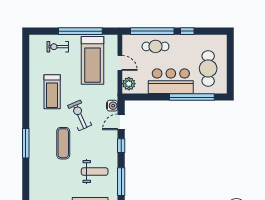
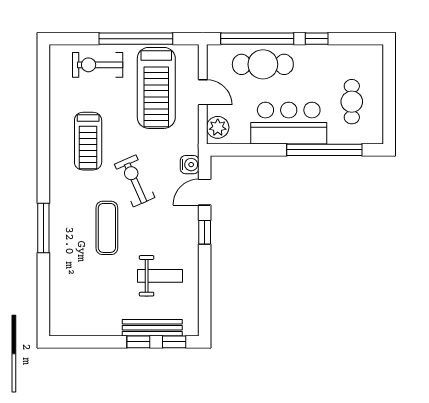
cafe table: (155, 46) -> (263, 64), width x1.37, depth x1.35
exercise bike: (58, 47) -> (98, 65), width x1.38, depth x1.39
cafe table: (208, 68) -> (352, 102), width x0.73, depth x0.74
window: (121, 182) -> (205, 293), removed

